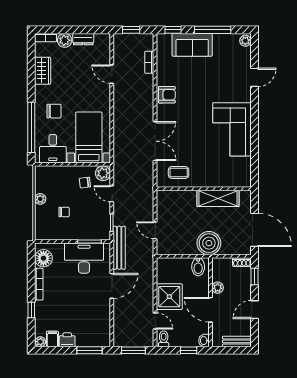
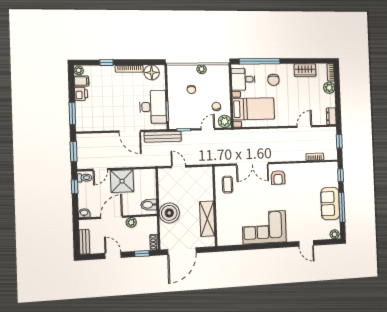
dresser: (83, 39) -> (331, 116), moved
sofa: (192, 45) -> (330, 204), moved
armchair: (167, 95) -> (278, 177), moved
door: (155, 230) -> (179, 167), hinge flipped
window: (189, 350) -> (75, 187), moved

